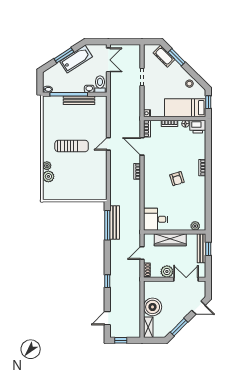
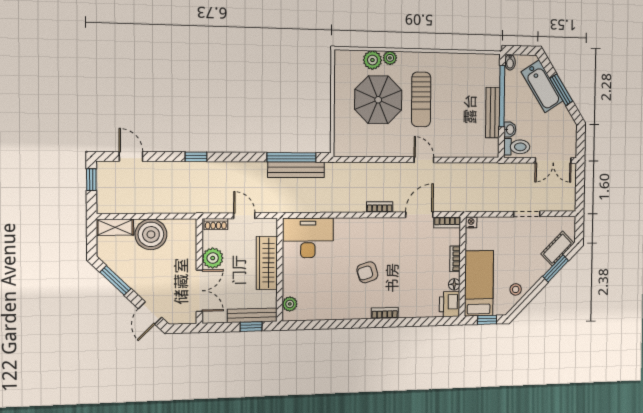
bathtub: (76, 59) -> (542, 86), moved
parasol: (72, 173) -> (378, 100), added
desk: (156, 219) -> (308, 238), width x1.37

